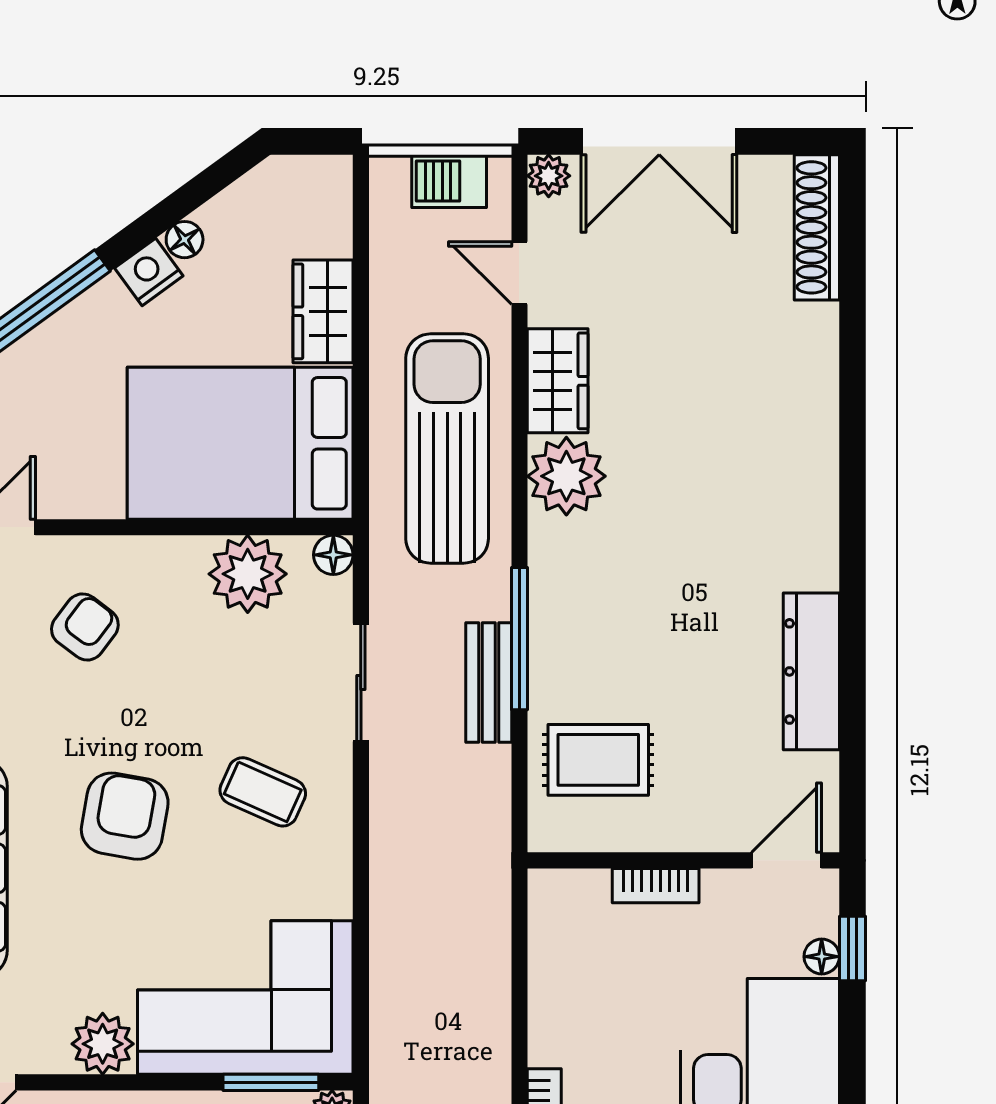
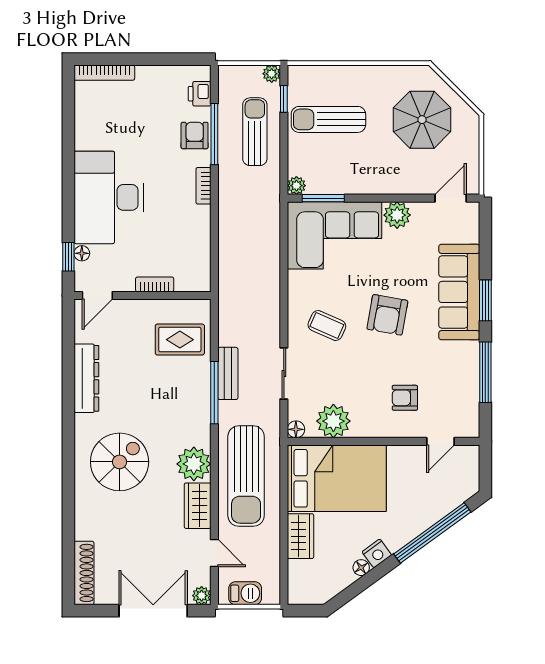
spiral stairs: (736, 481) -> (120, 462), added
armchair: (85, 627) -> (405, 398), turned 53

